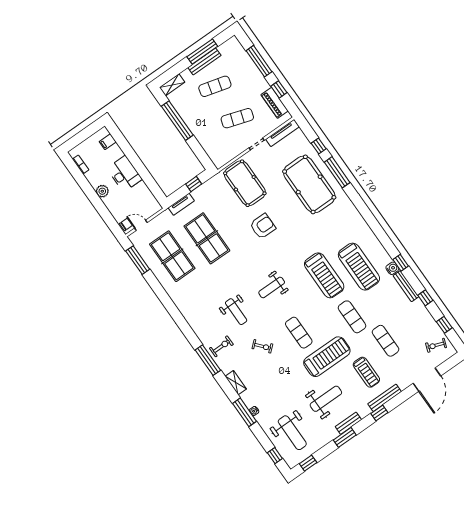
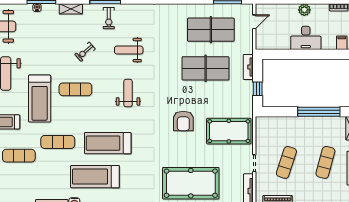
chair: (126, 225) -> (263, 10), removed

